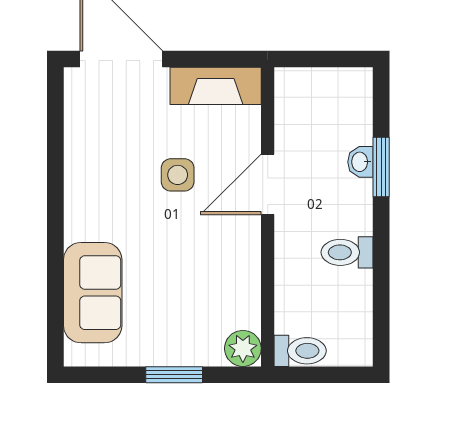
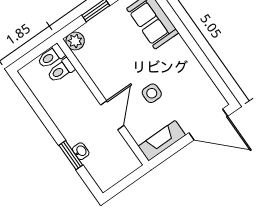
toilet: (347, 252) -> (61, 70), moved, turned 180

